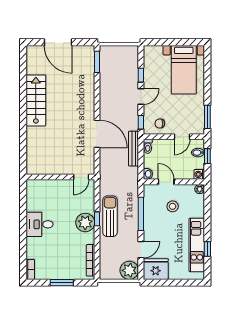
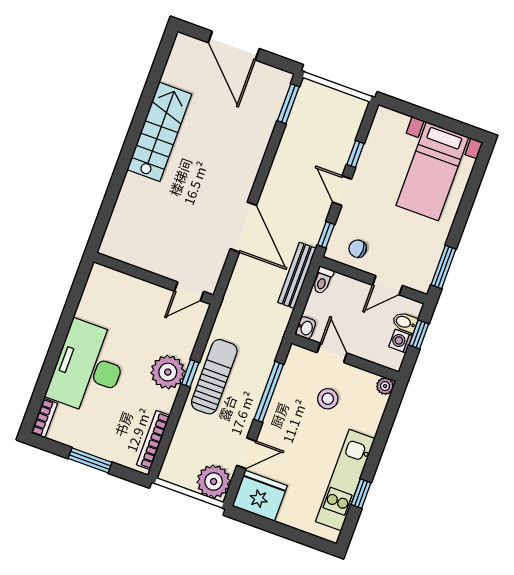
door: (141, 97) -> (342, 191), swing flipped
washing machine: (199, 174) -> (401, 341), moved
desk: (40, 224) -> (88, 368), width x1.87, depth x1.30

